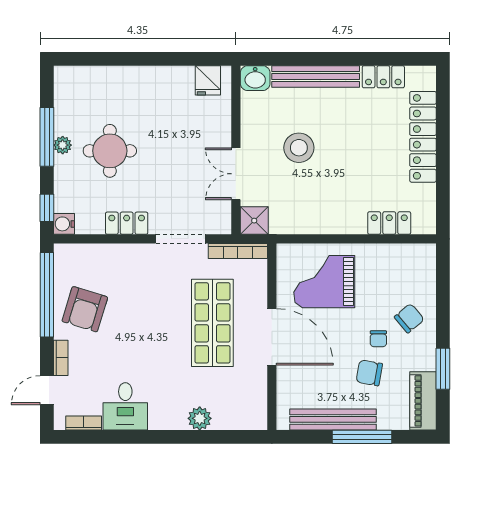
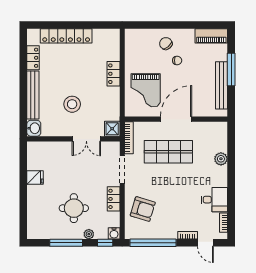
fridge: (208, 80) -> (35, 177), moved
plant: (63, 145) -> (89, 234), moved
locker: (389, 223) -> (113, 74), moved
armchair: (85, 309) -> (143, 209), moved
window: (443, 369) -> (194, 25), removed
chair: (369, 373) -> (196, 66), removed

